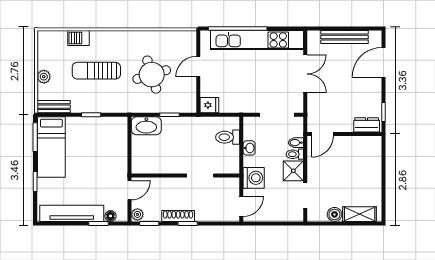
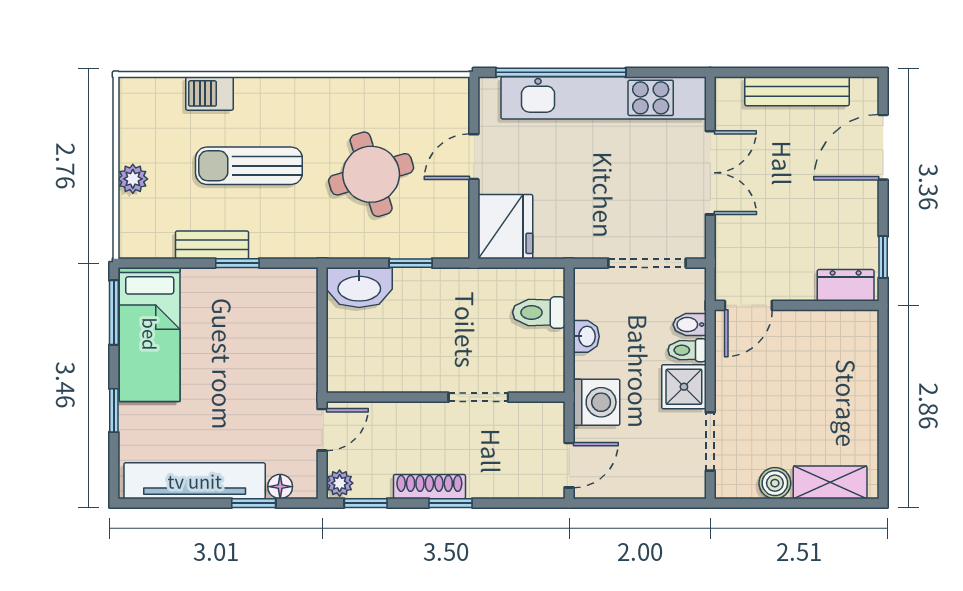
fridge: (209, 105) -> (505, 227), width x1.88, depth x1.34
bench: (54, 107) -> (212, 245), moved

